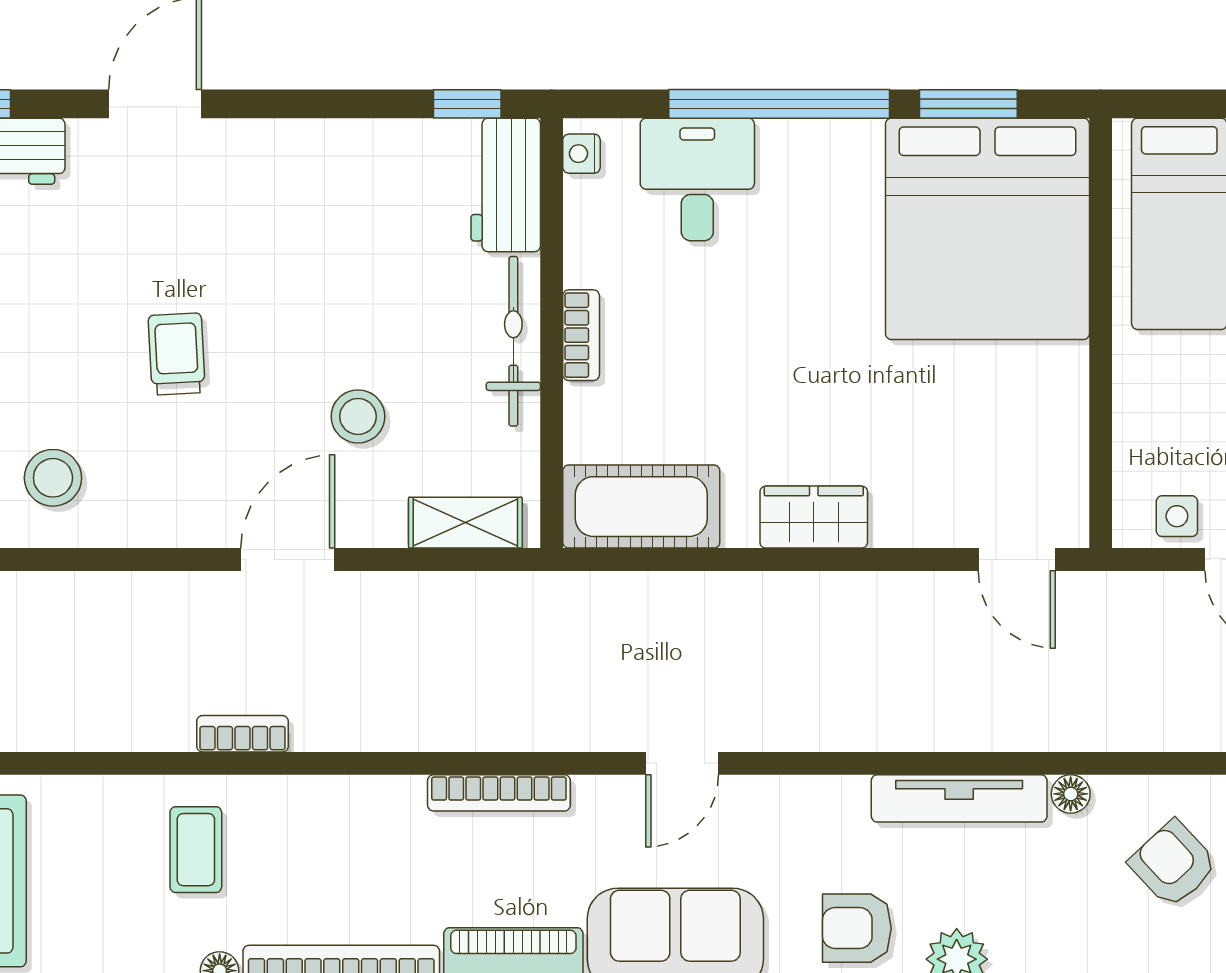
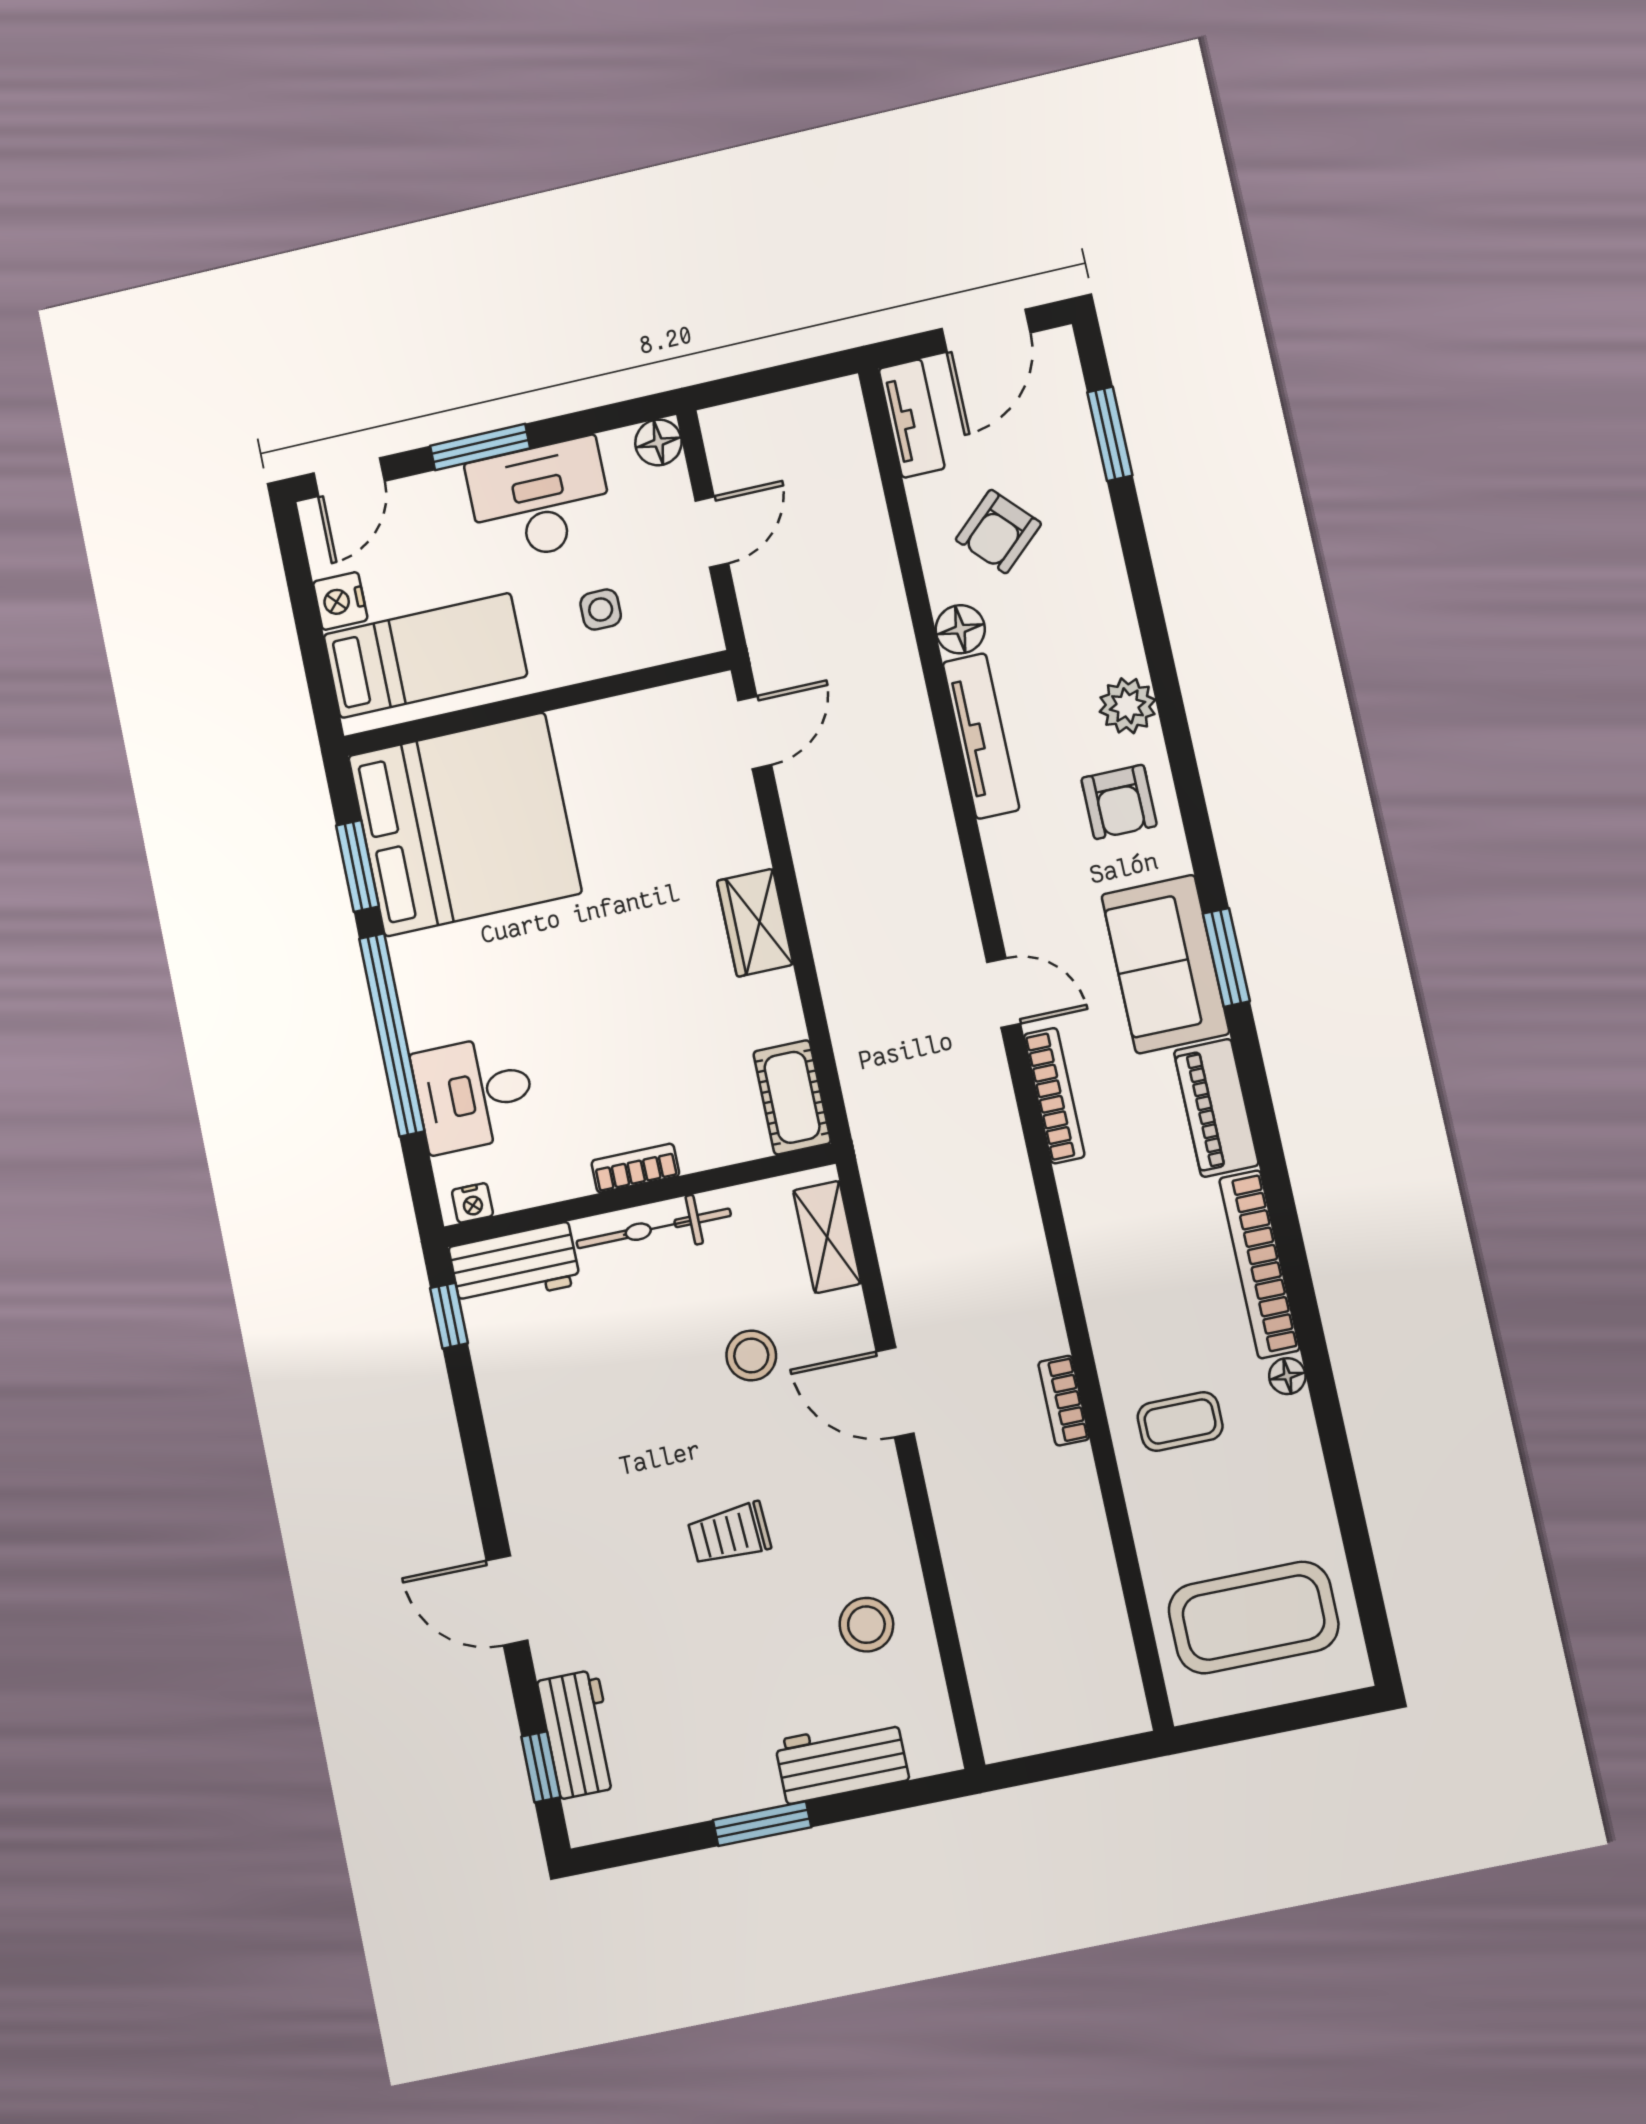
cot: (641, 507) -> (792, 1097), width x0.73, depth x0.75
side table: (1177, 516) -> (601, 610), moved
bookcase: (499, 793) -> (1054, 1096), moved
floor lamp: (1071, 794) -> (960, 629), width x1.37, depth x1.37

